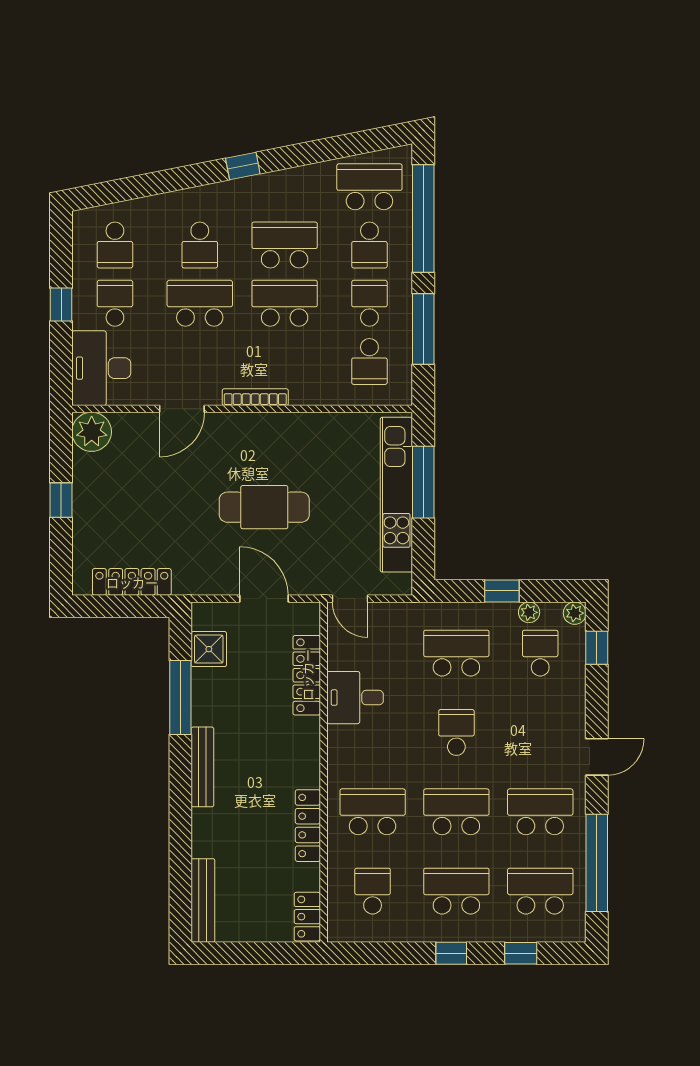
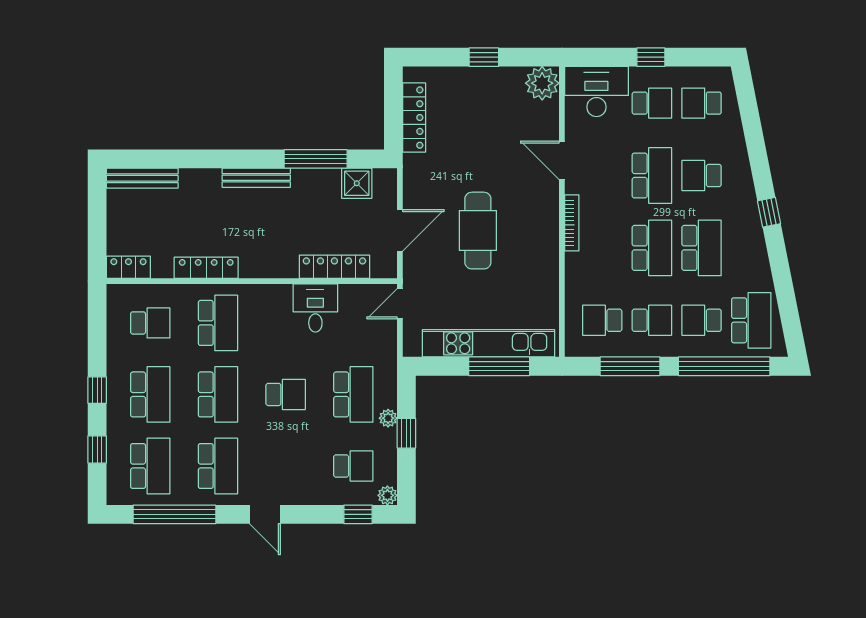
plant: (529, 612) -> (388, 418), moved

